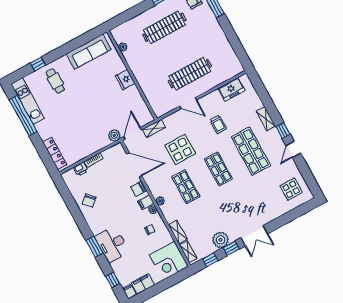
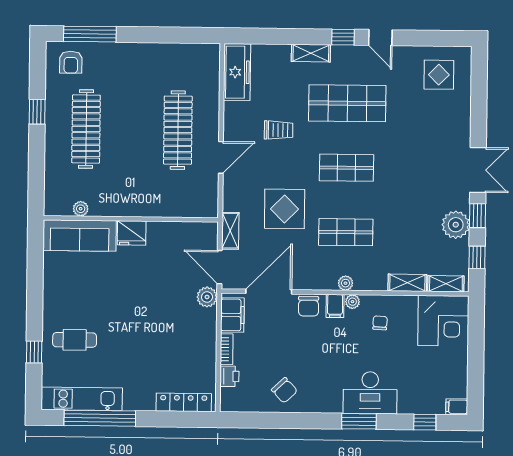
sofa: (89, 52) -> (80, 236), moved, turned 90
freezer: (231, 89) -> (237, 72), width x1.40
filing cabinet: (143, 284) -> (232, 315), moved, turned 180

